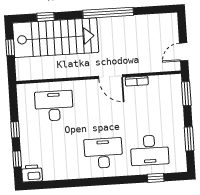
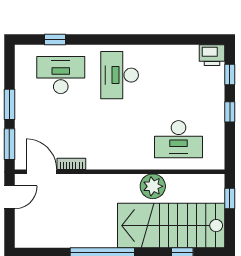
window: (10, 47) -> (230, 198), moved
plant: (72, 68) -> (153, 186), added
door: (111, 77) -> (41, 172), moved
window: (189, 139) -> (9, 104), moved
desk: (103, 153) -> (120, 75), turned 90

